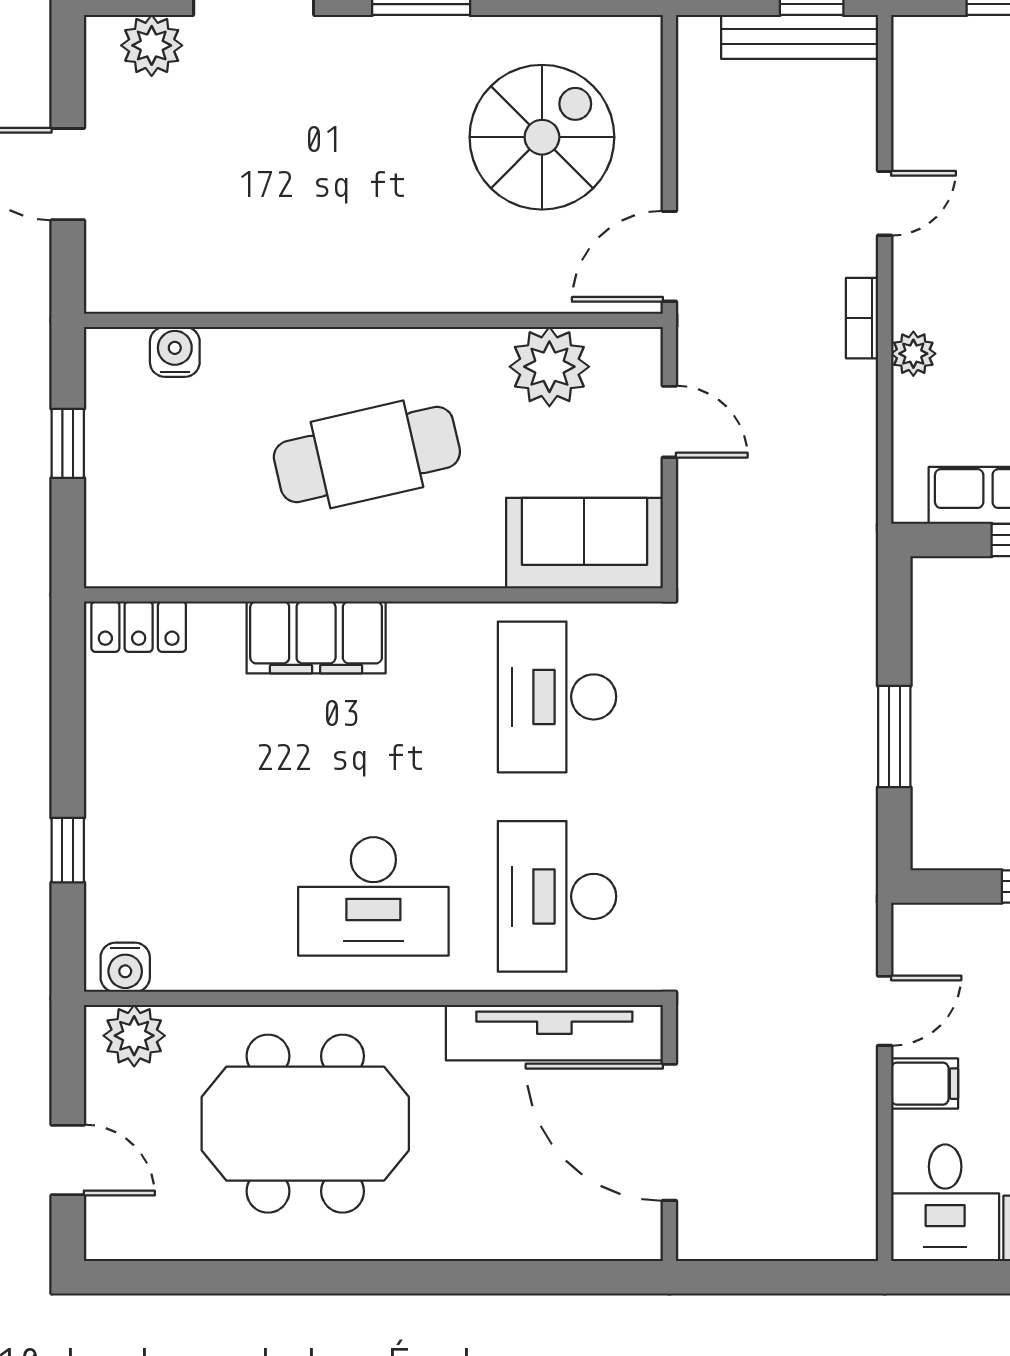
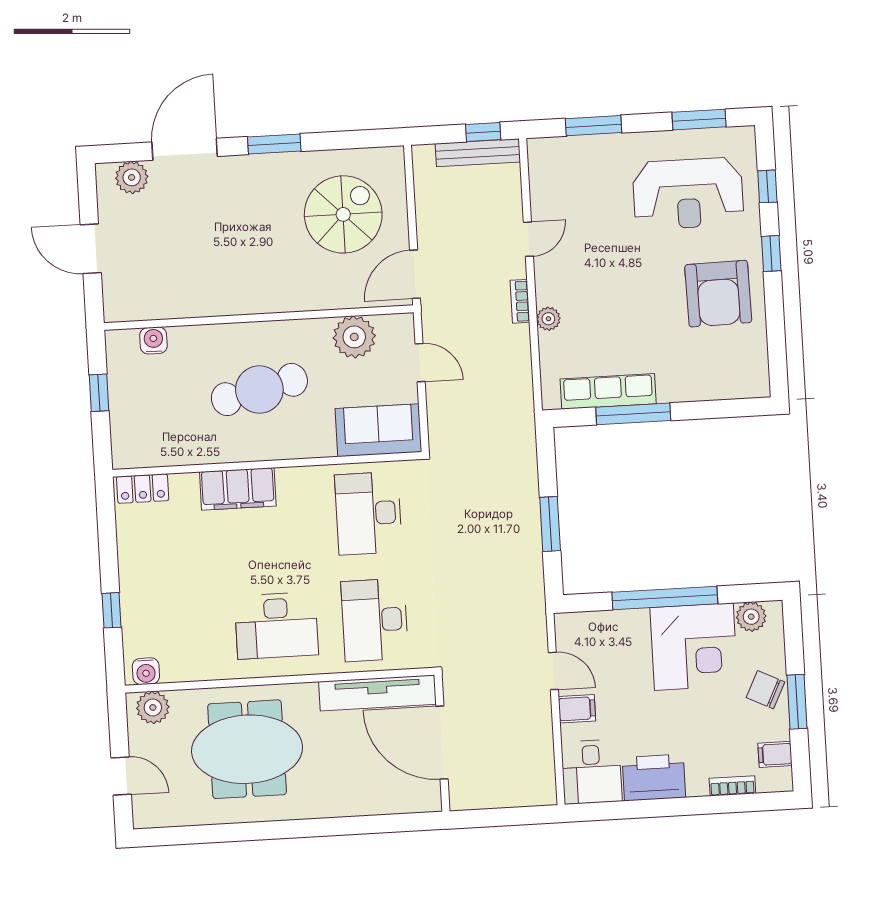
door: (885, 1011) -> (553, 671), hinge flipped

